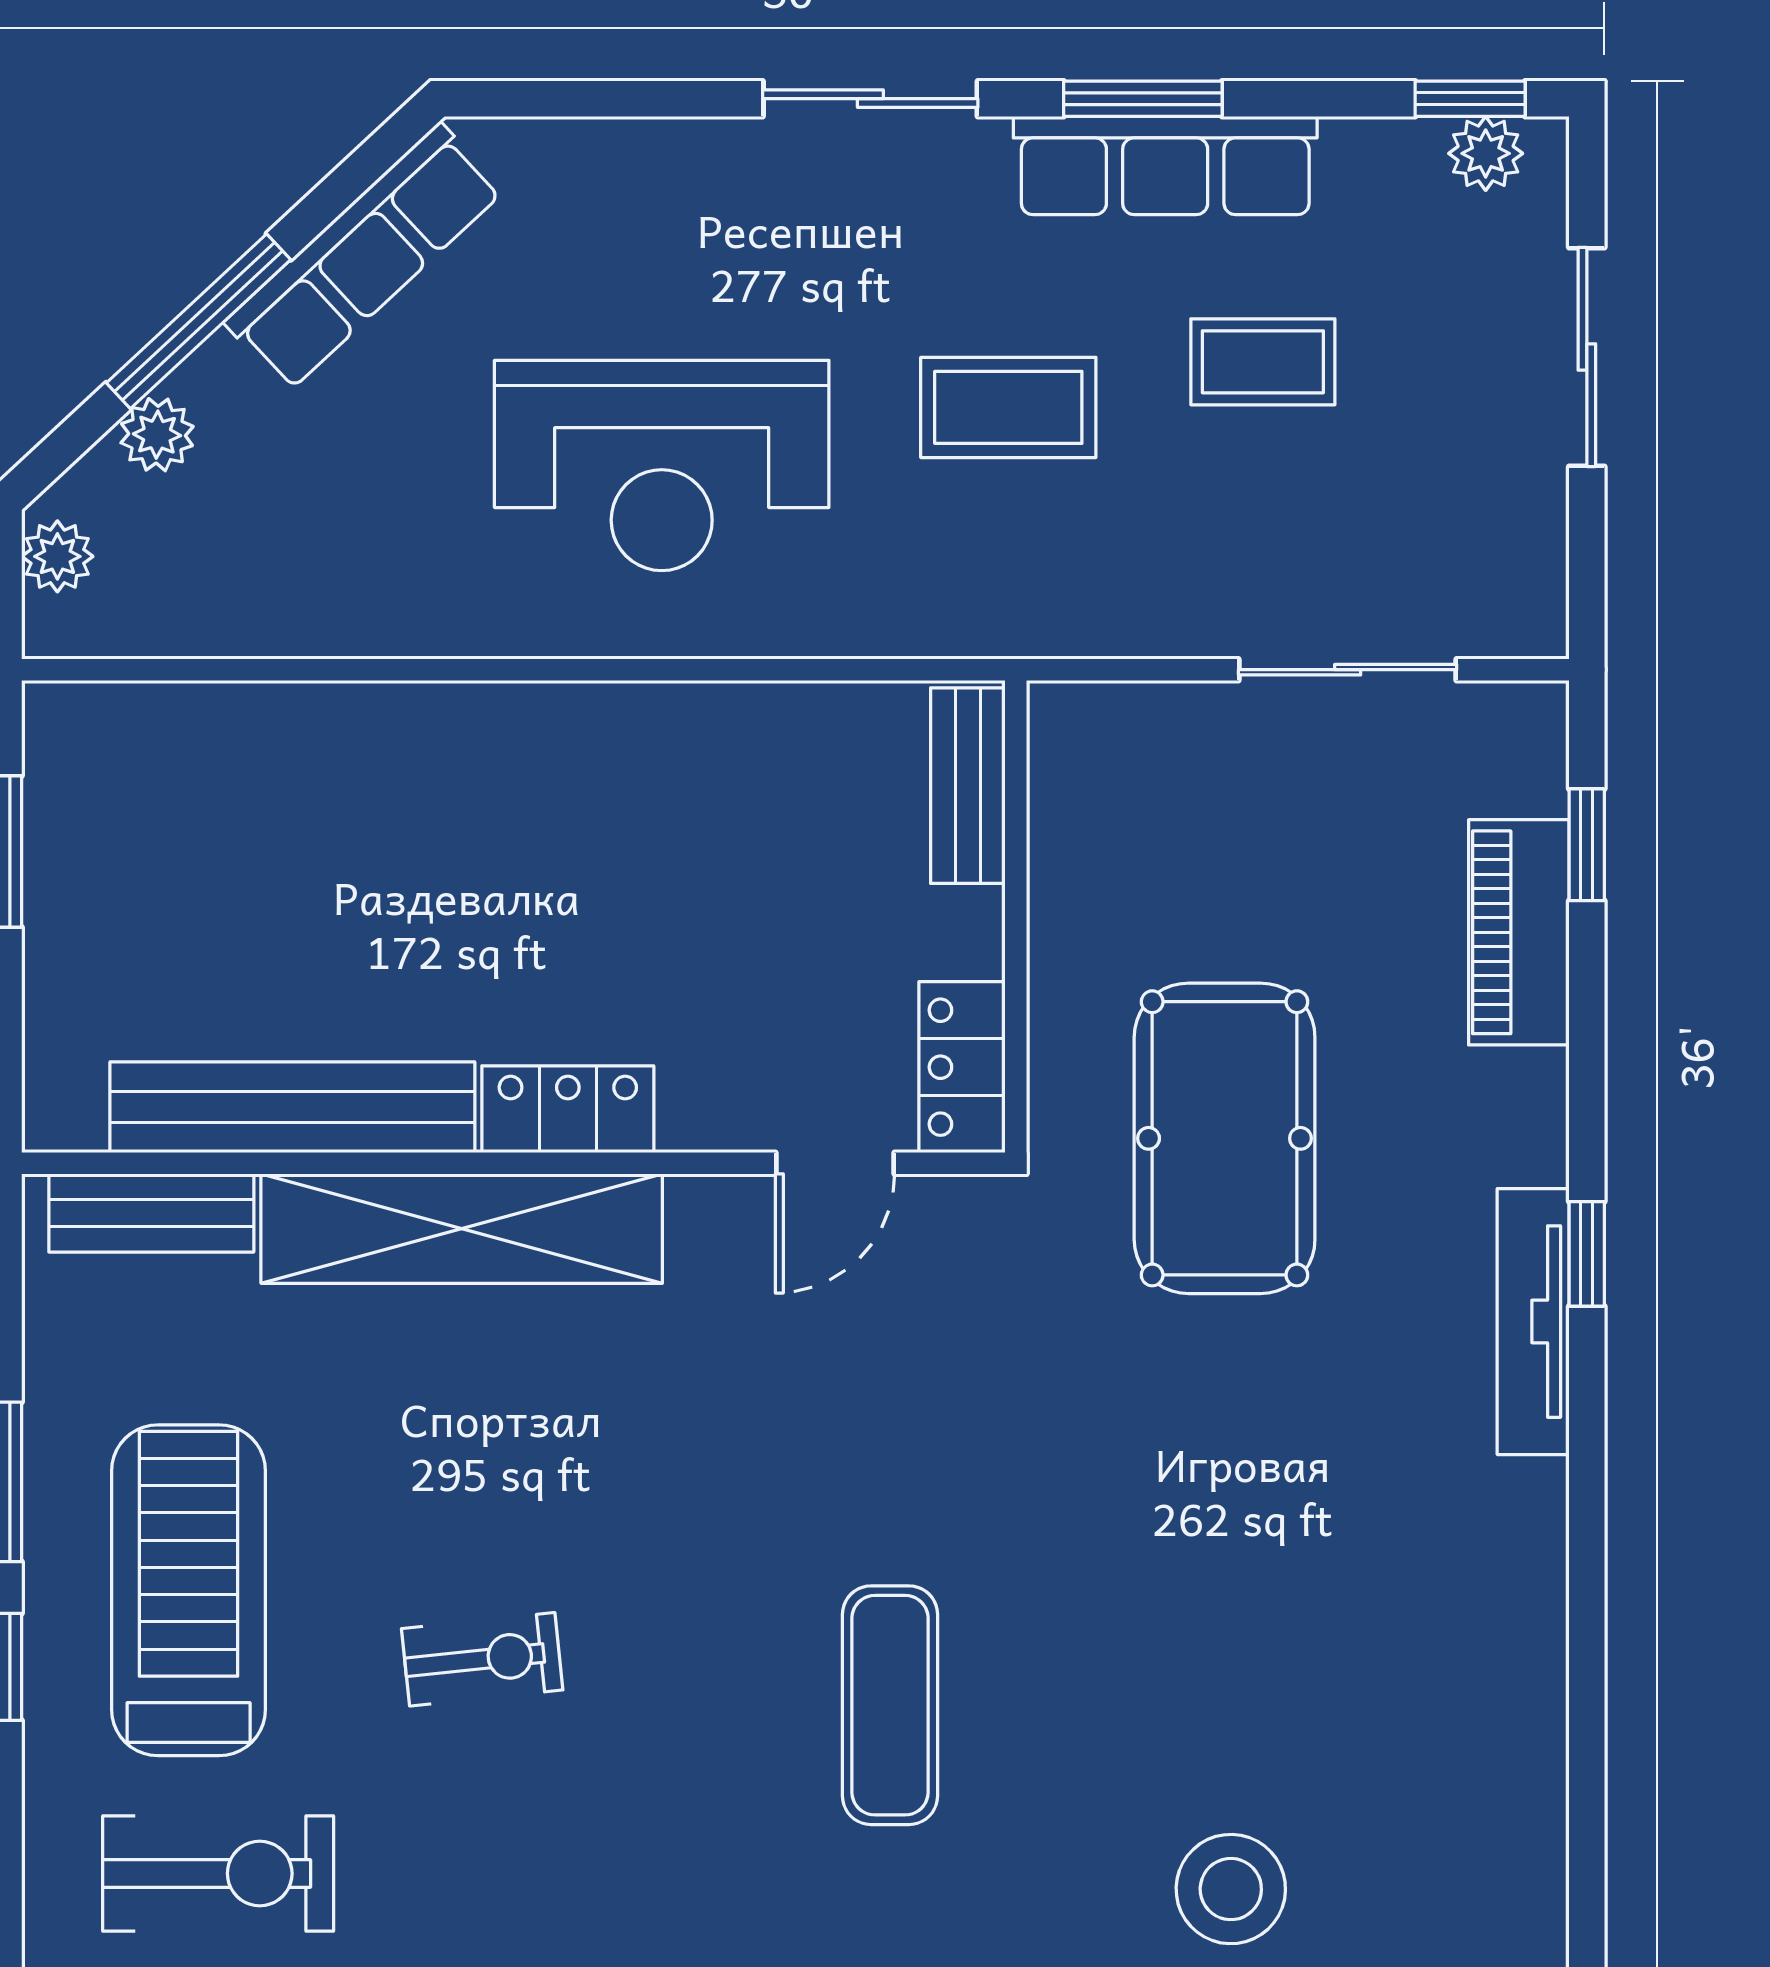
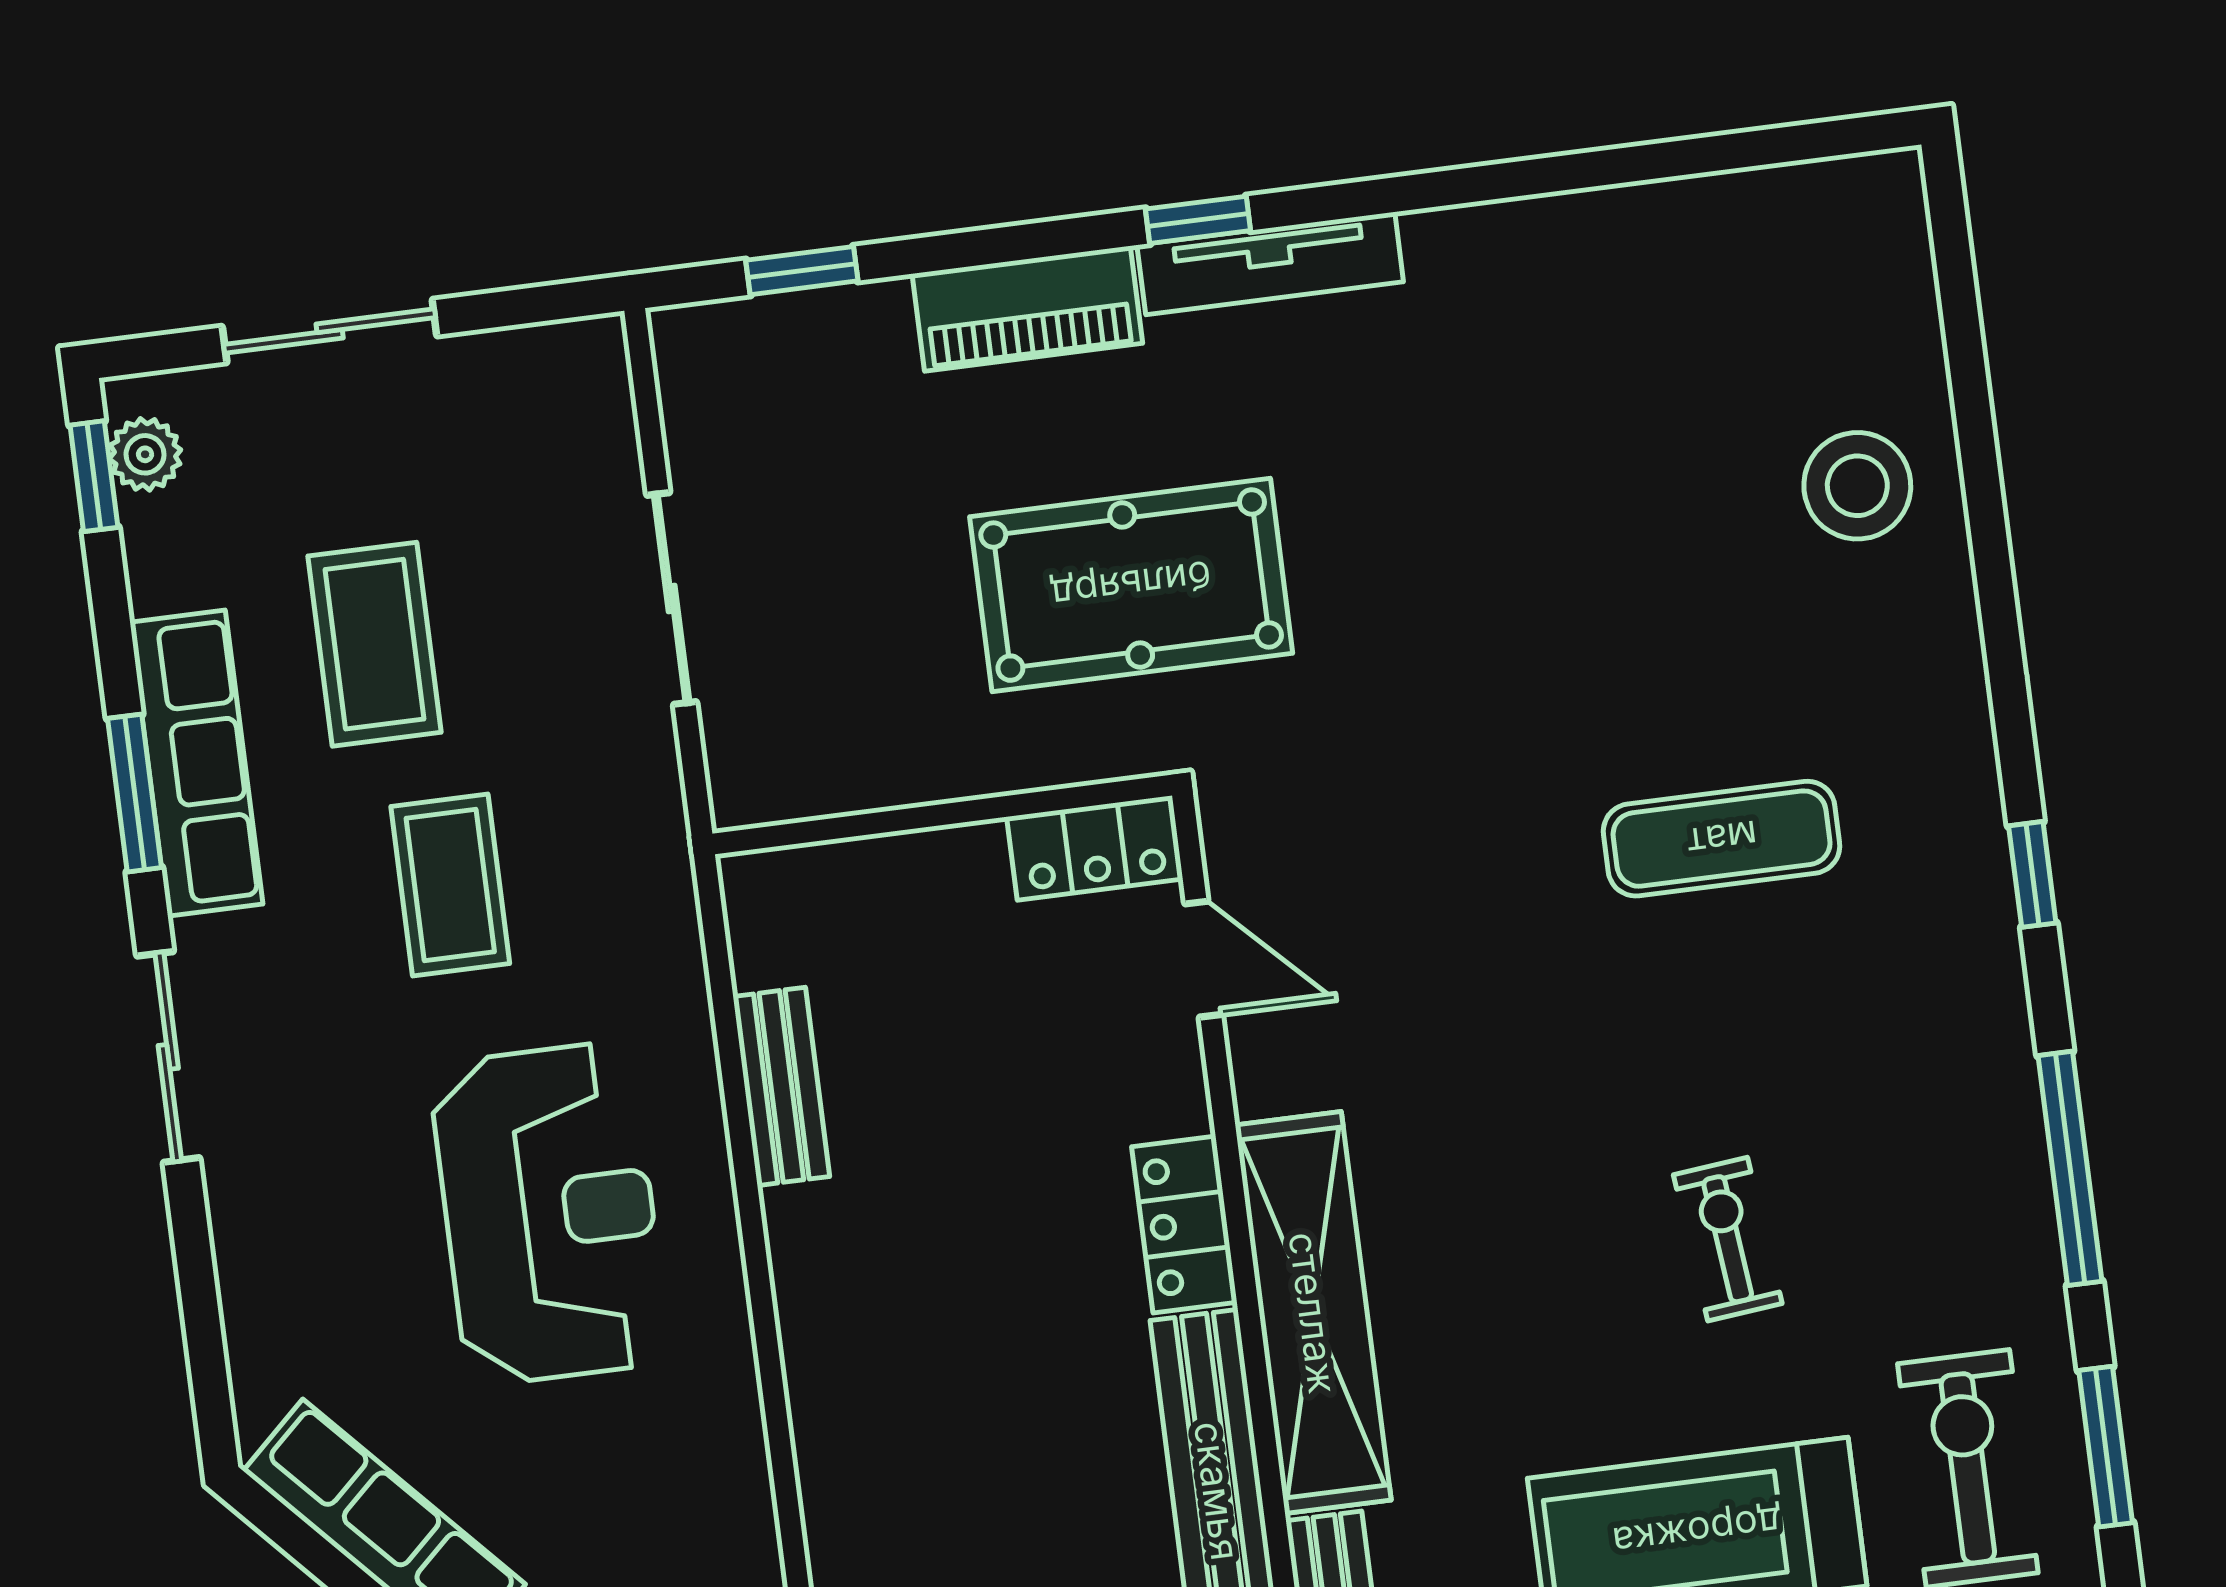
coffee table: (1263, 362) -> (374, 644), width x1.36, depth x1.30
sliding door: (1348, 670) -> (672, 598), moved
bench: (968, 786) -> (781, 1086), moved, turned 90
piano: (1519, 932) -> (1027, 309), moved

